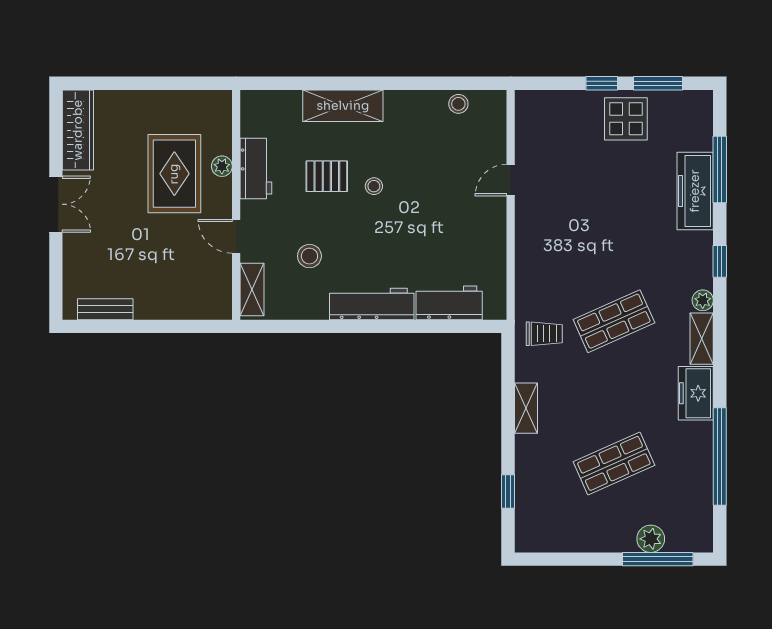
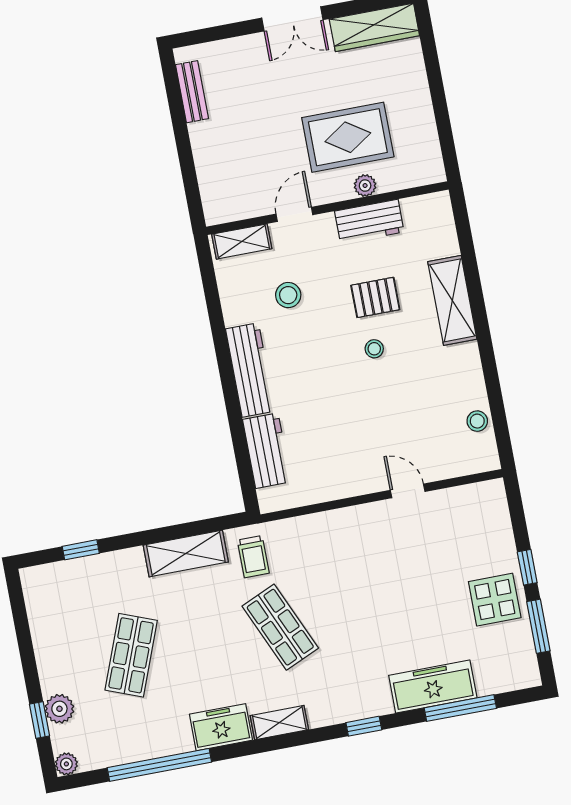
pallet: (327, 176) -> (375, 297), turned 90
plant: (703, 300) -> (66, 764), moved
shelving: (526, 408) -> (186, 554), width x1.50, depth x1.33
shop shelf: (614, 463) -> (131, 655), turned 45
window: (658, 559) -> (40, 720), width x0.46

